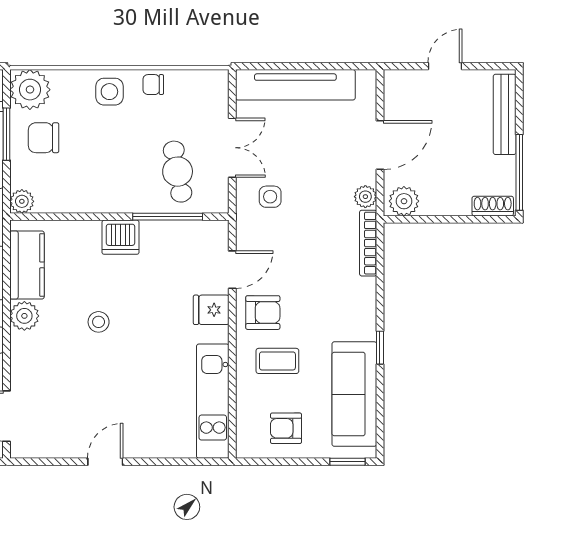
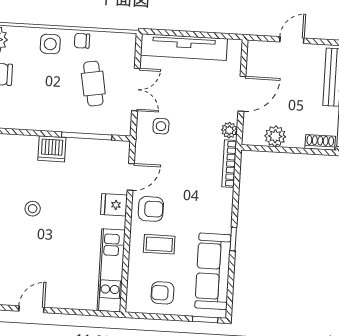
cafe table: (178, 172) -> (93, 84), moved
plant: (404, 201) -> (275, 136), moved

